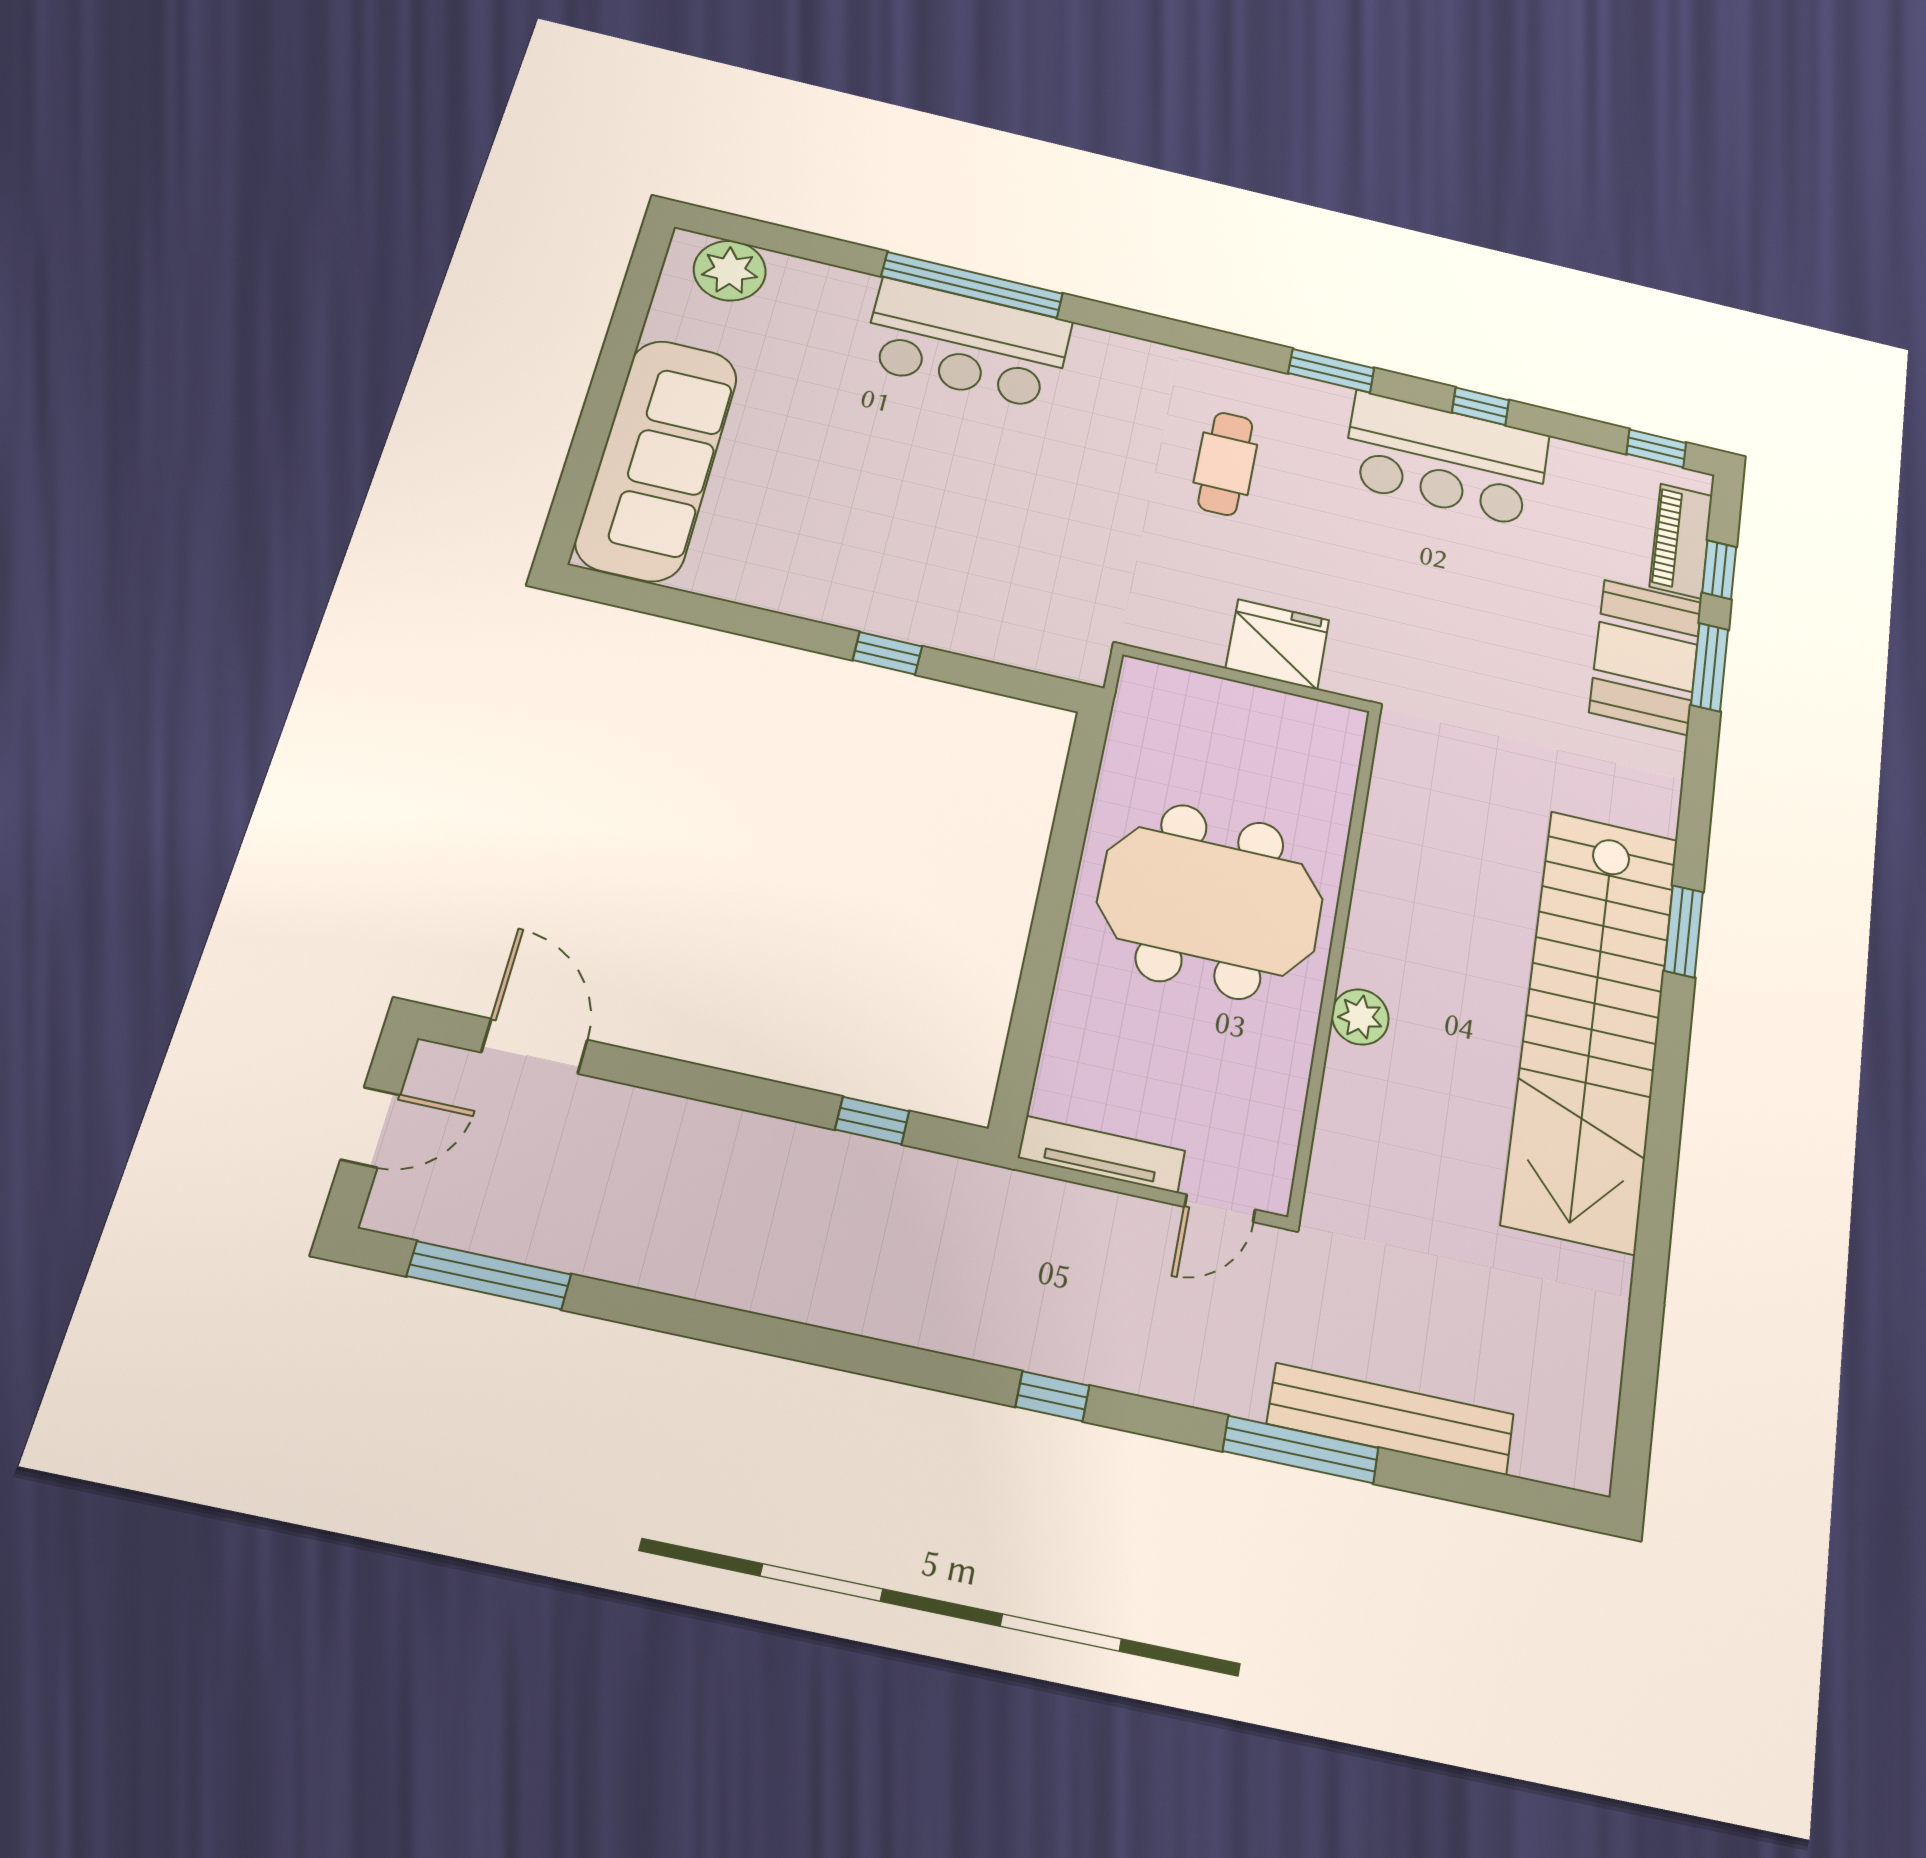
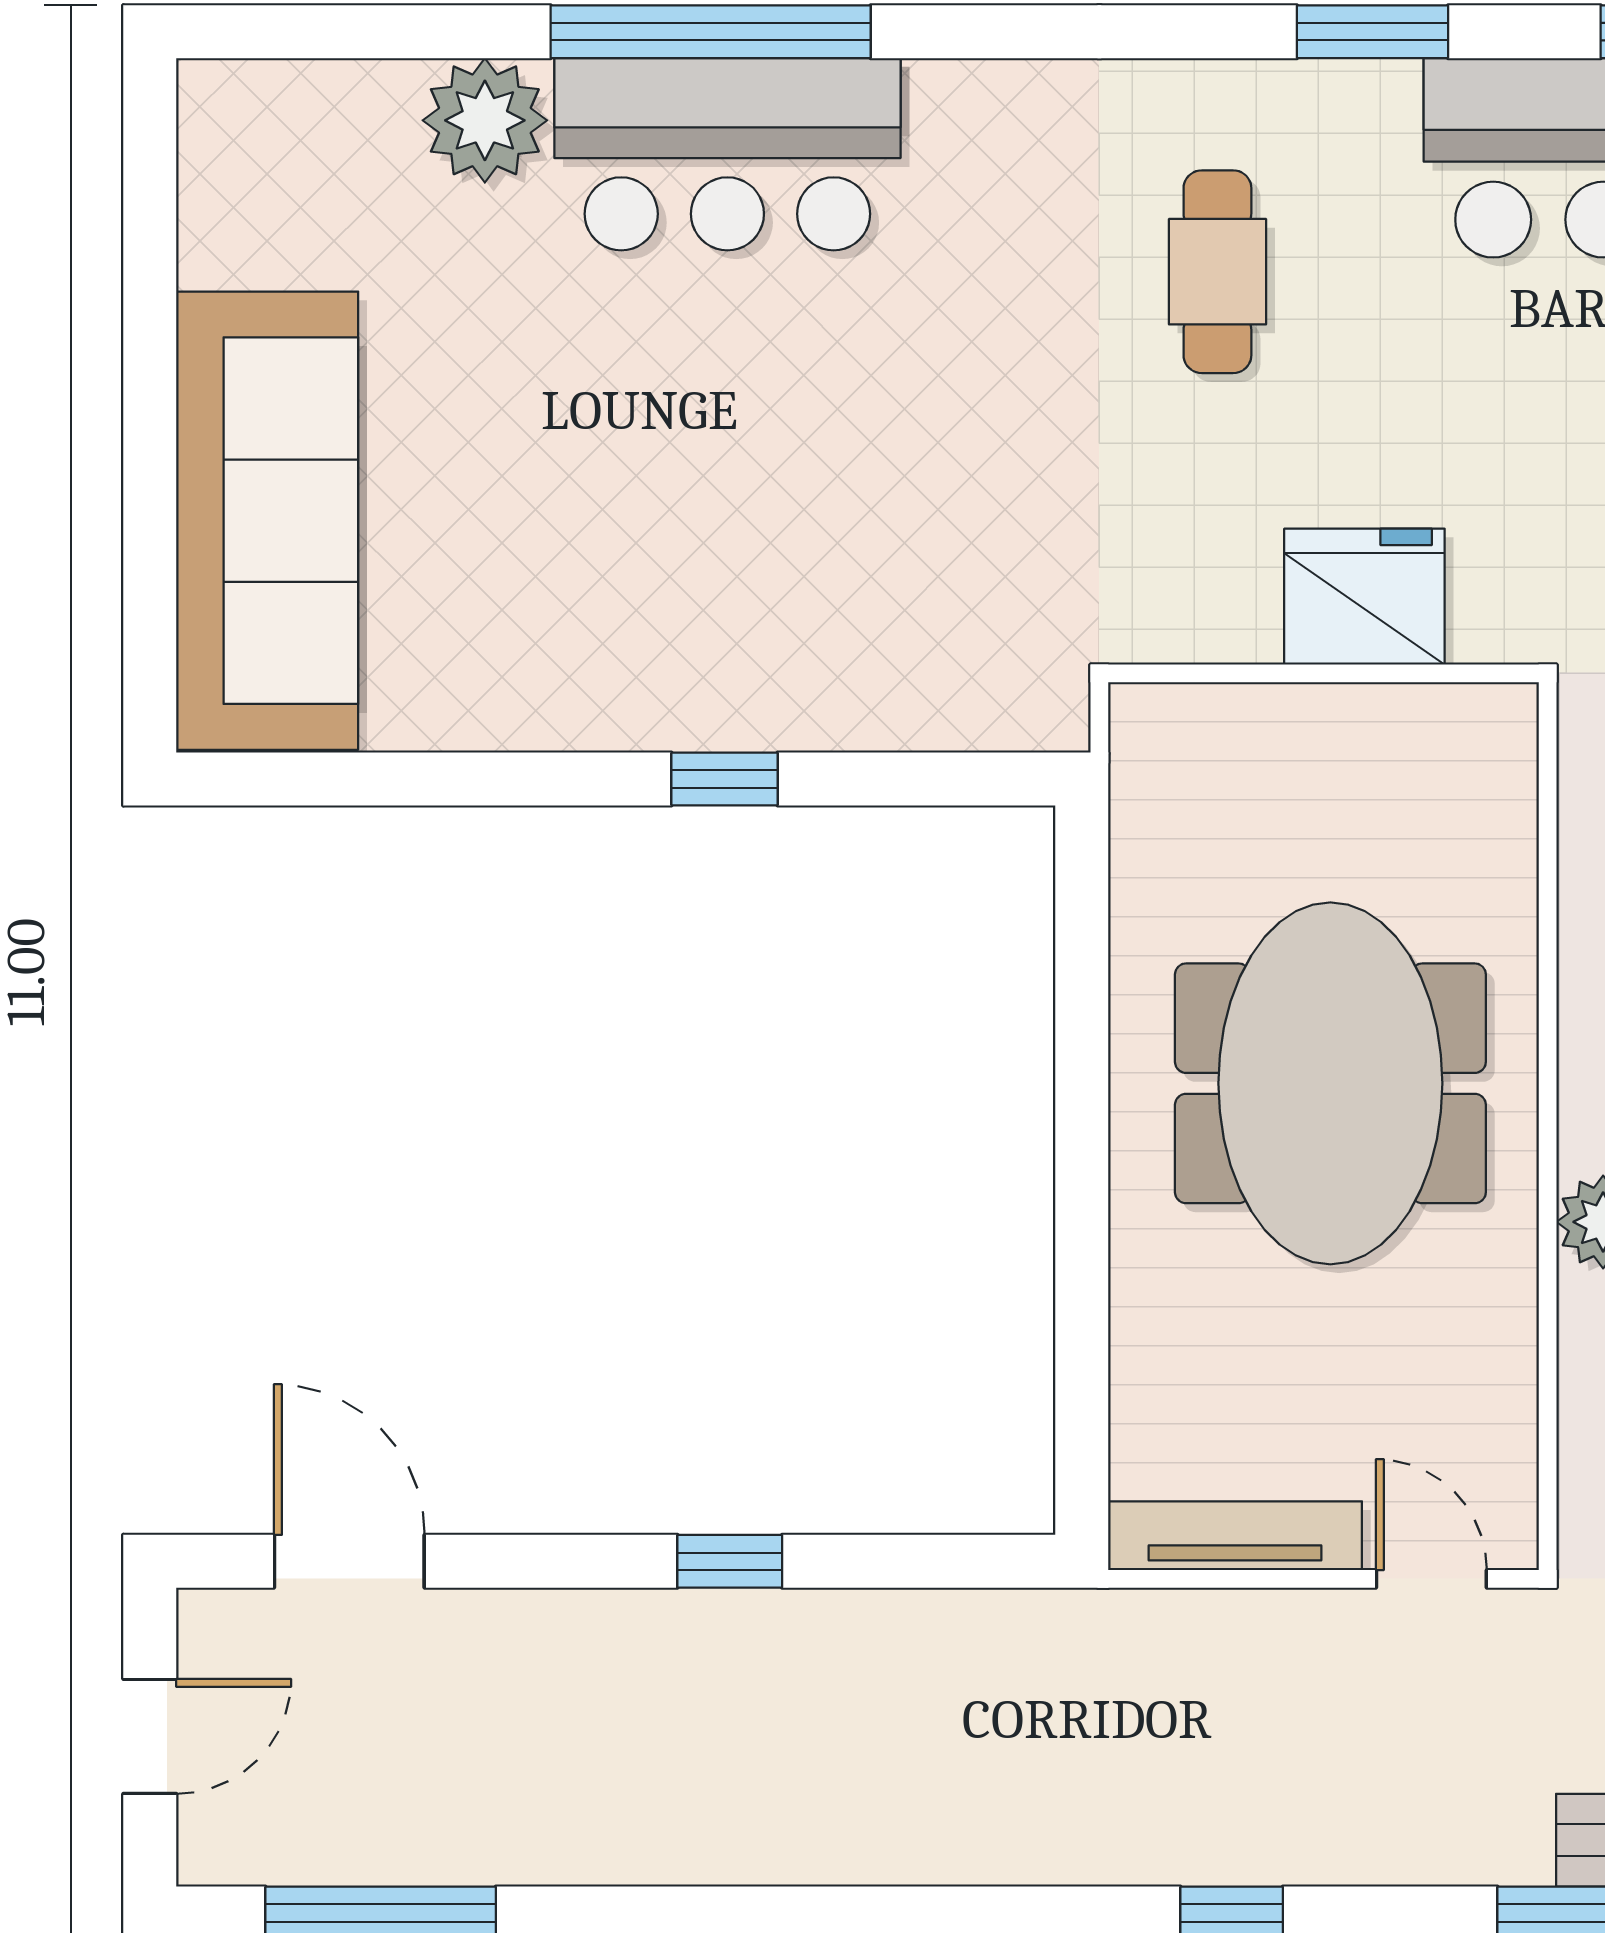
plant: (730, 271) -> (485, 120), moved
meeting table: (1210, 901) -> (1330, 1083), turned 90
window: (872, 1120) -> (730, 1561), moved
door: (1220, 1208) -> (1431, 1579), swing flipped

